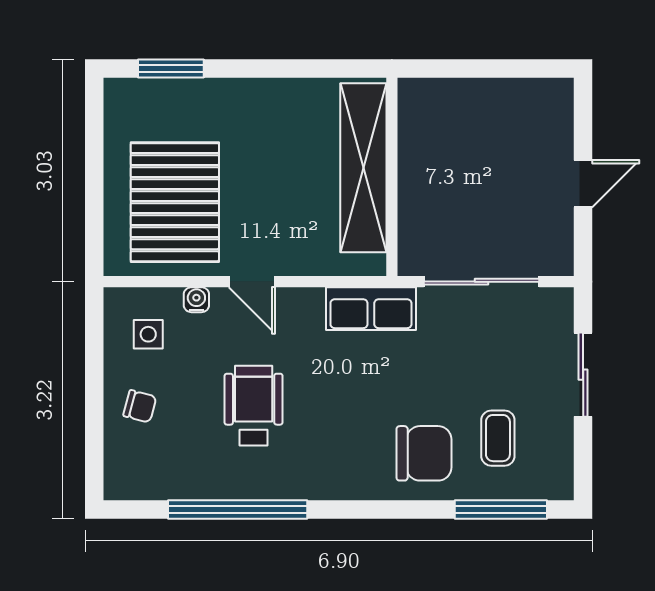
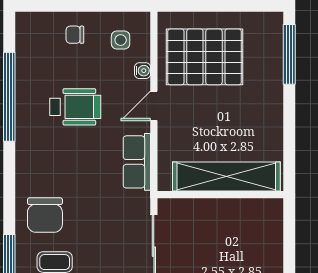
window: (171, 68) -> (289, 54), width x1.44
row of seats: (371, 309) -> (137, 162), moved
chair: (140, 406) -> (75, 35), turned 75

